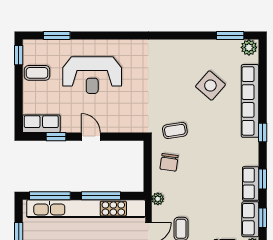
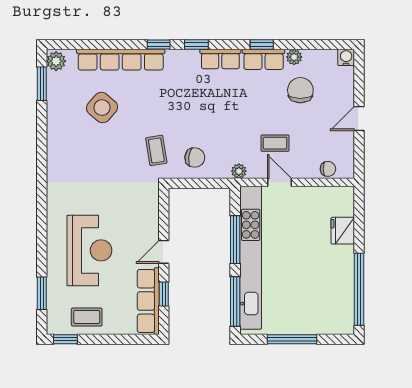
coffee table: (37, 73) -> (87, 317), turned 90
row of seats: (41, 124) -> (148, 301), width x1.48
window: (263, 179) -> (196, 45), moved

